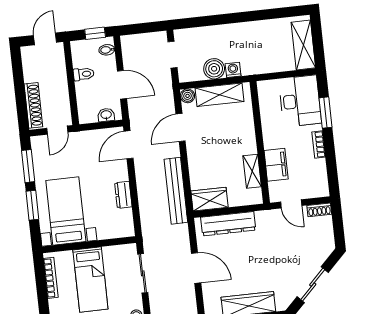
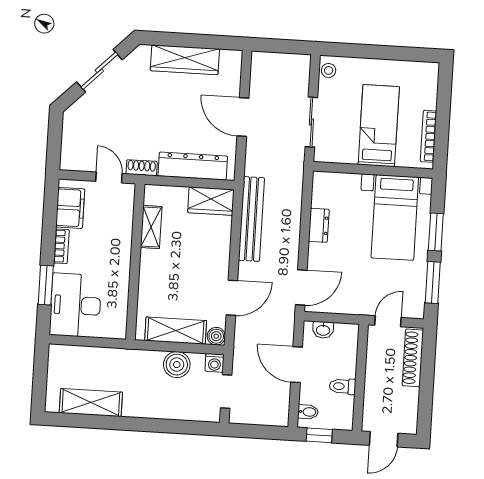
shelving: (303, 45) -> (91, 403), moved, turned 90
washing machine: (233, 70) -> (215, 363), moved
filing cabinet: (276, 165) -> (70, 208), moved, turned 180
shoe rack: (319, 210) -> (142, 168), moved

